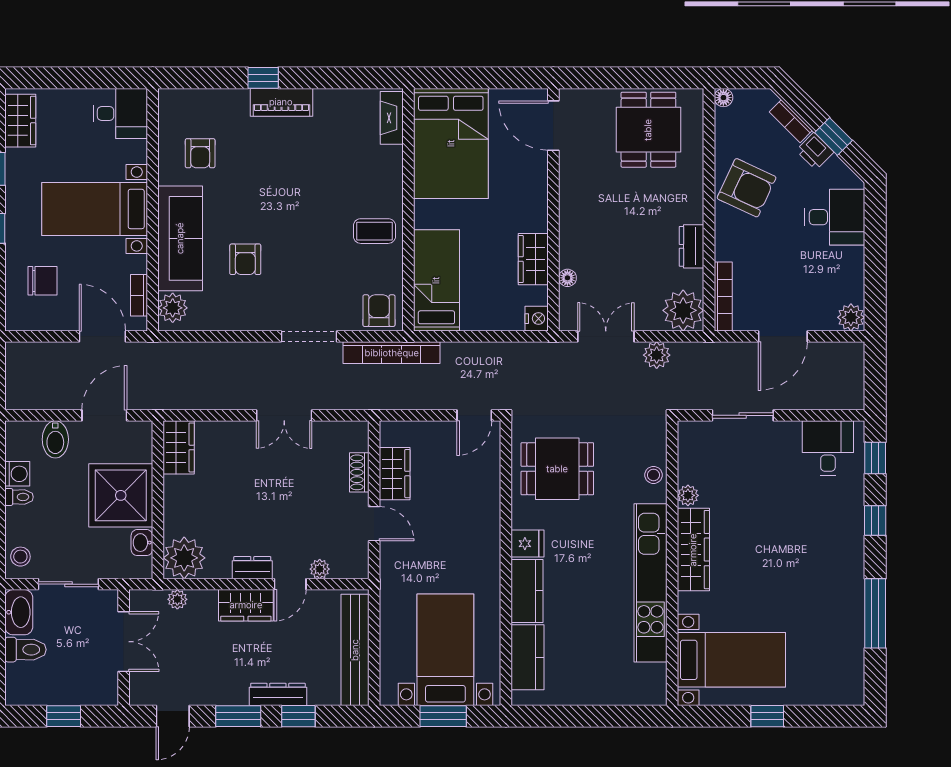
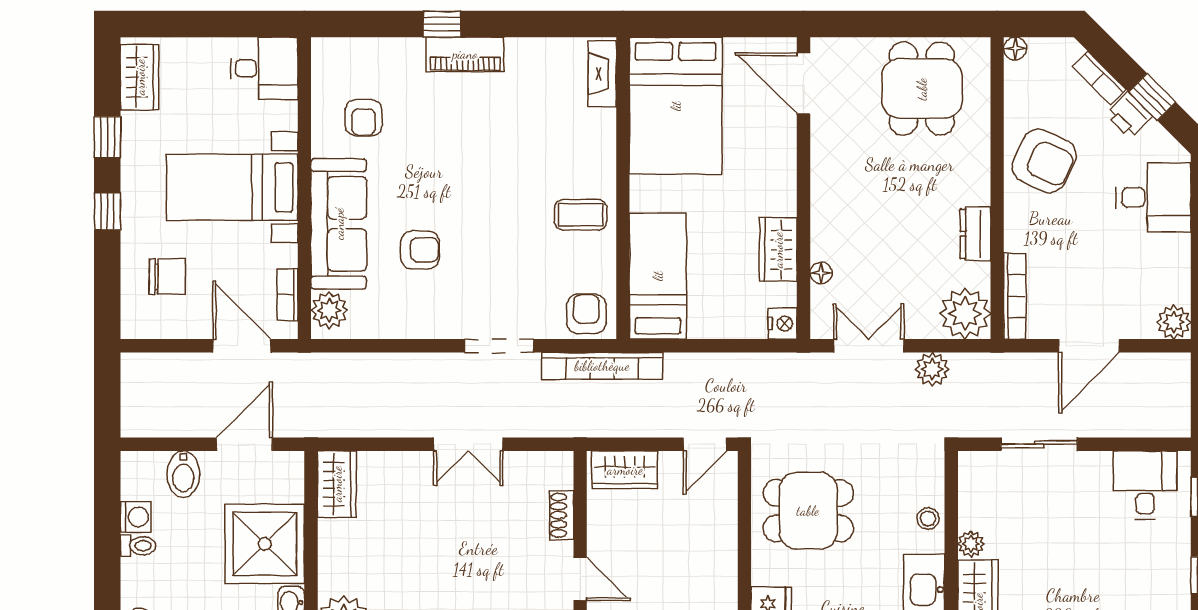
armchair: (245, 259) -> (420, 250), turned -90
wardrobe: (395, 474) -> (625, 470), moved, turned 90

